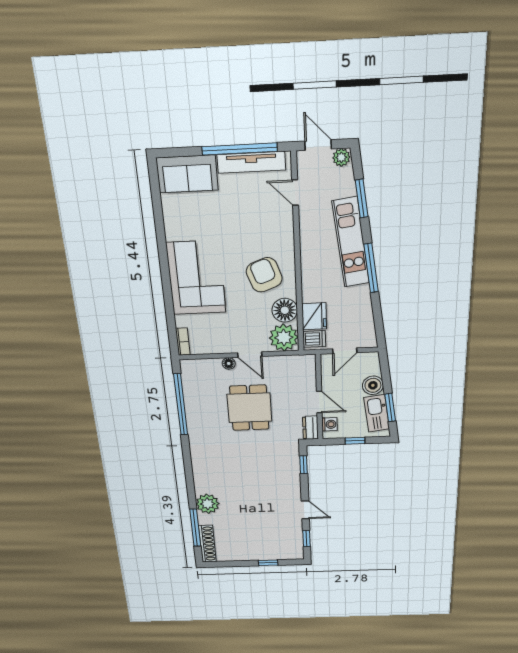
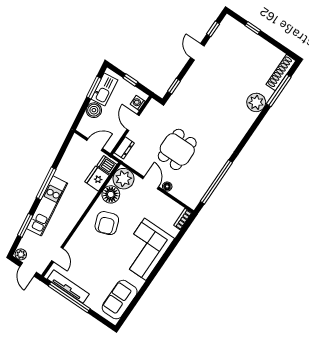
sofa: (187, 174) -> (120, 300), moved, turned -90
dresser: (310, 428) -> (124, 148), moved

